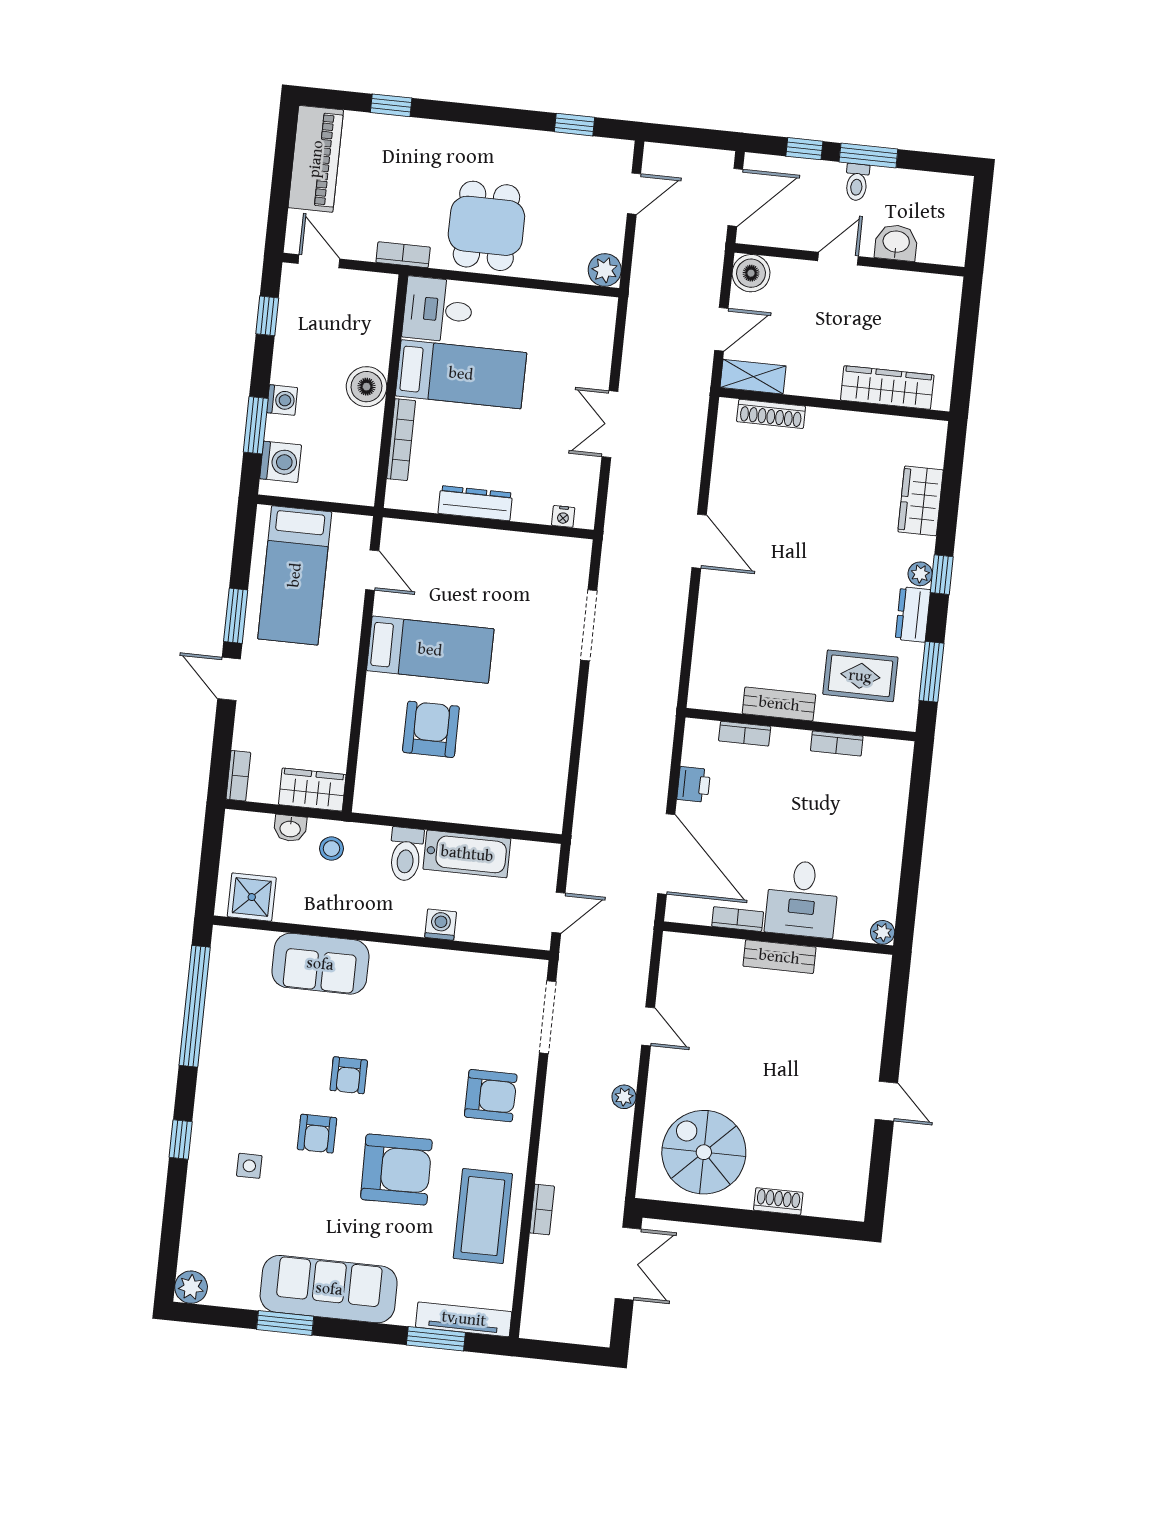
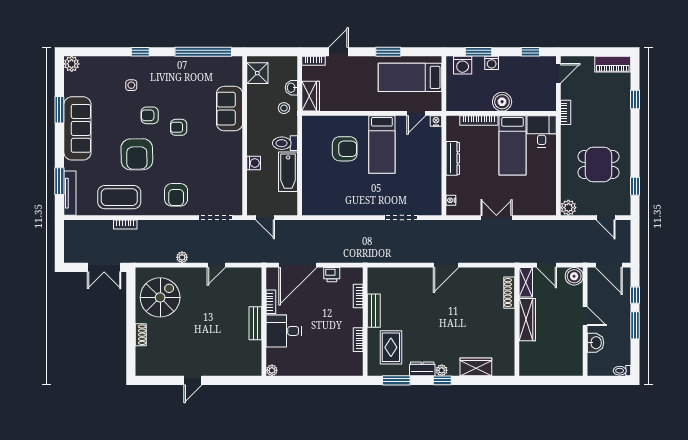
piano: (316, 159) -> (613, 64), width x0.73, depth x0.75
toilet: (857, 182) -> (622, 371), moved
dining table: (486, 226) -> (599, 164), moved
wardrobe: (887, 388) -> (527, 320), moved
nightstand: (393, 530) -> (436, 121), added
door: (229, 679) -> (338, 52), moved

